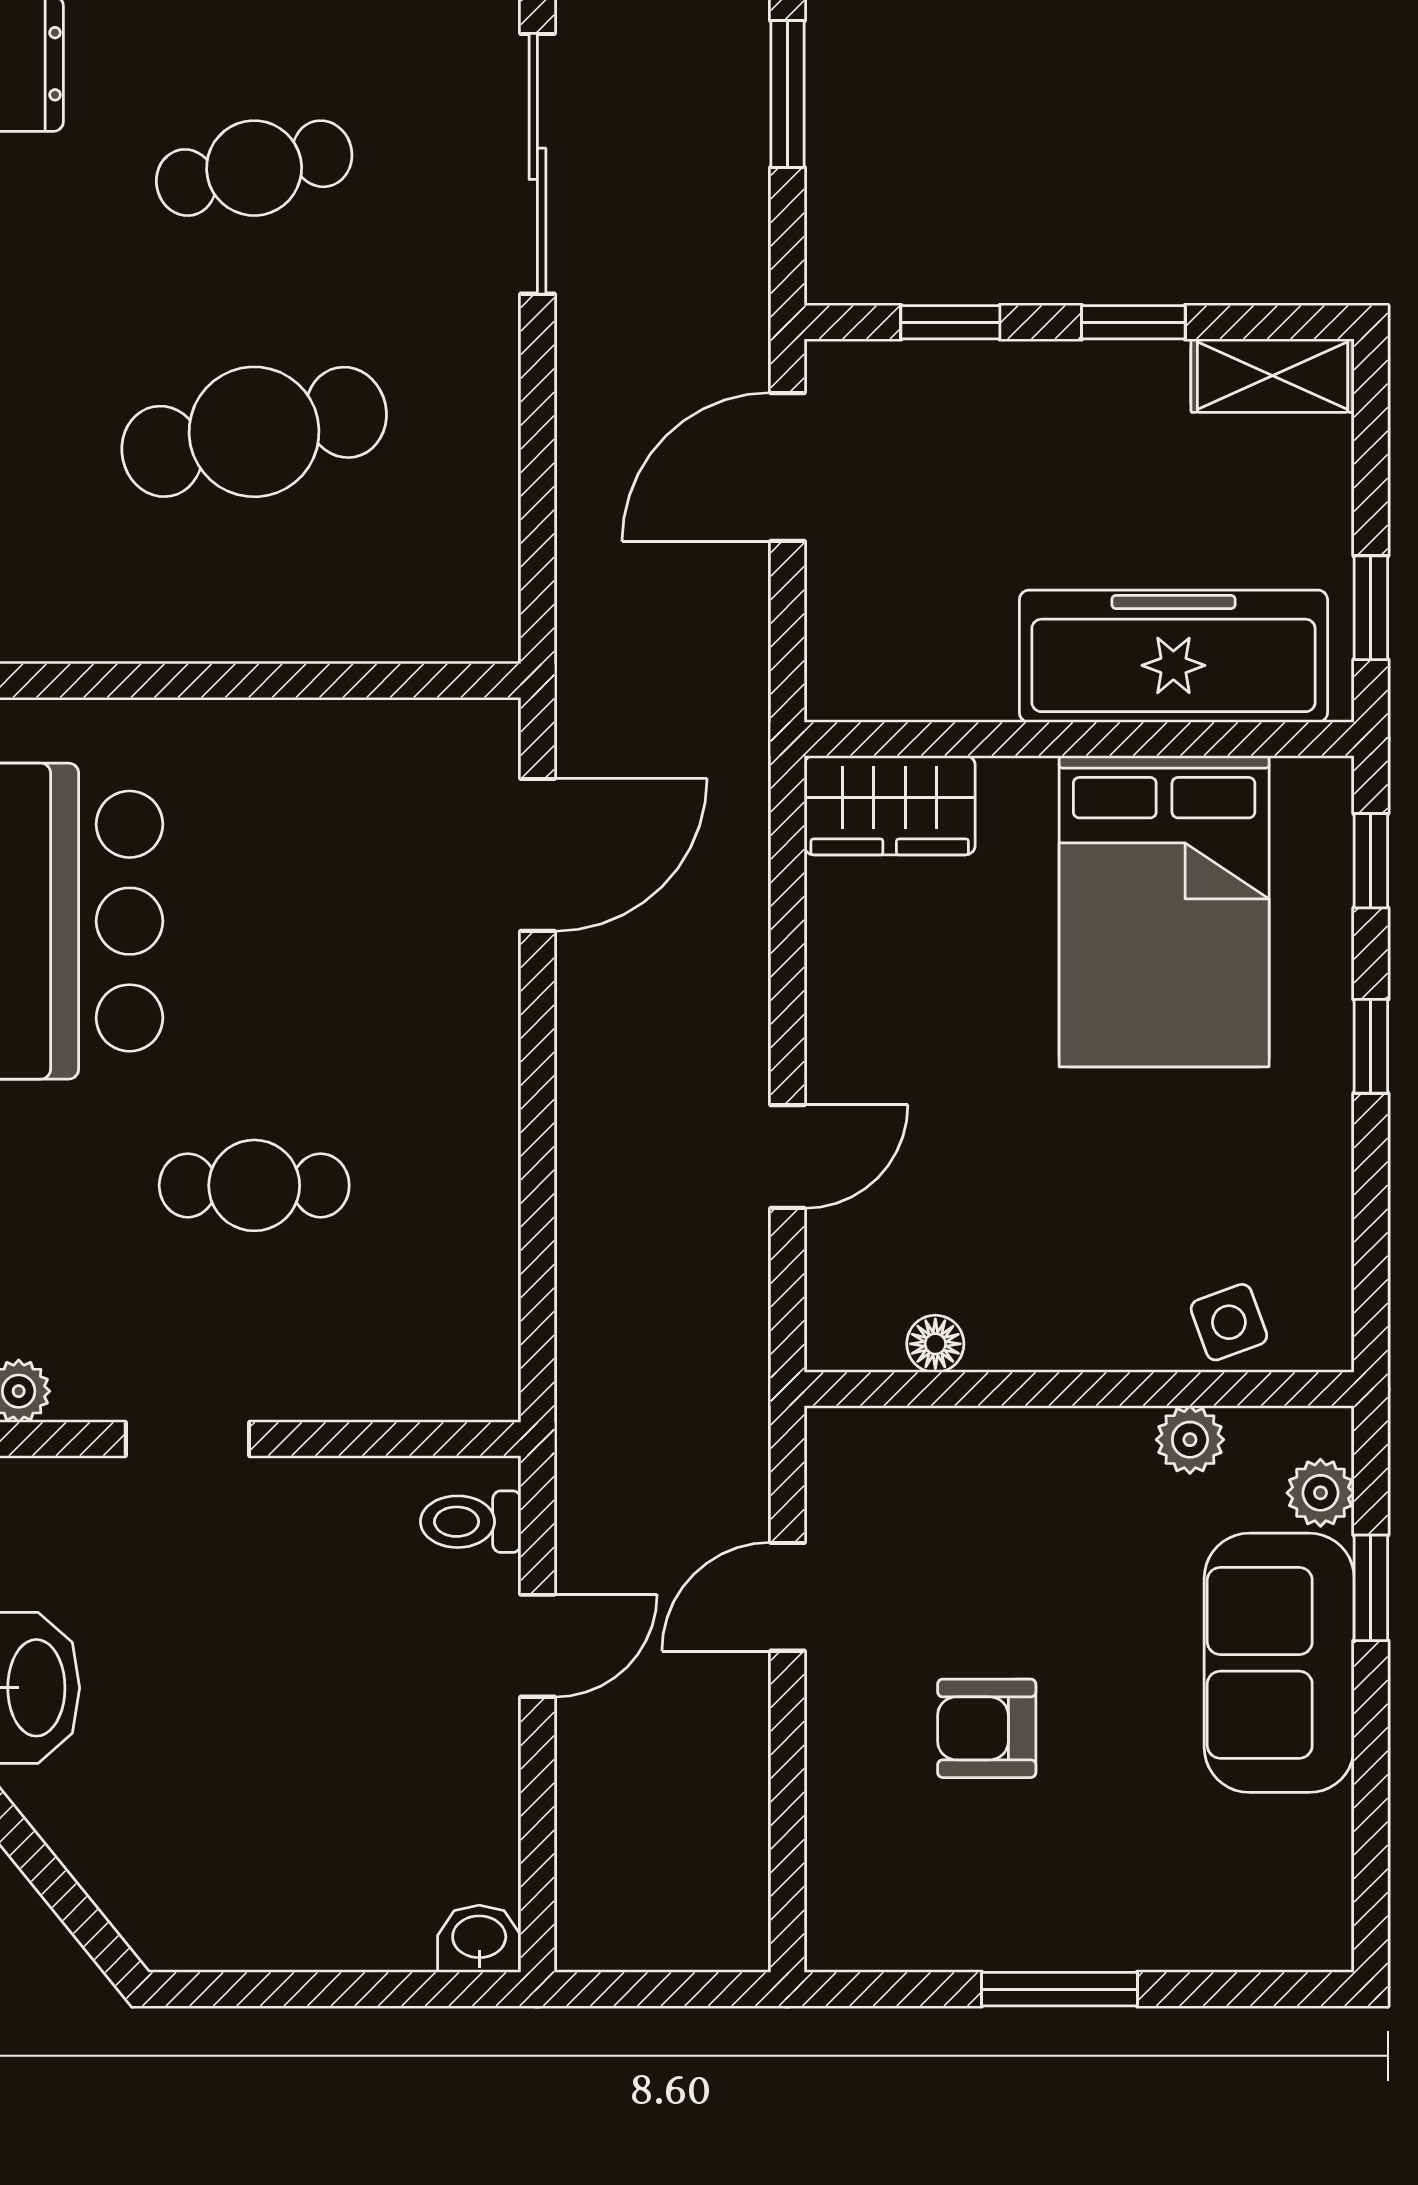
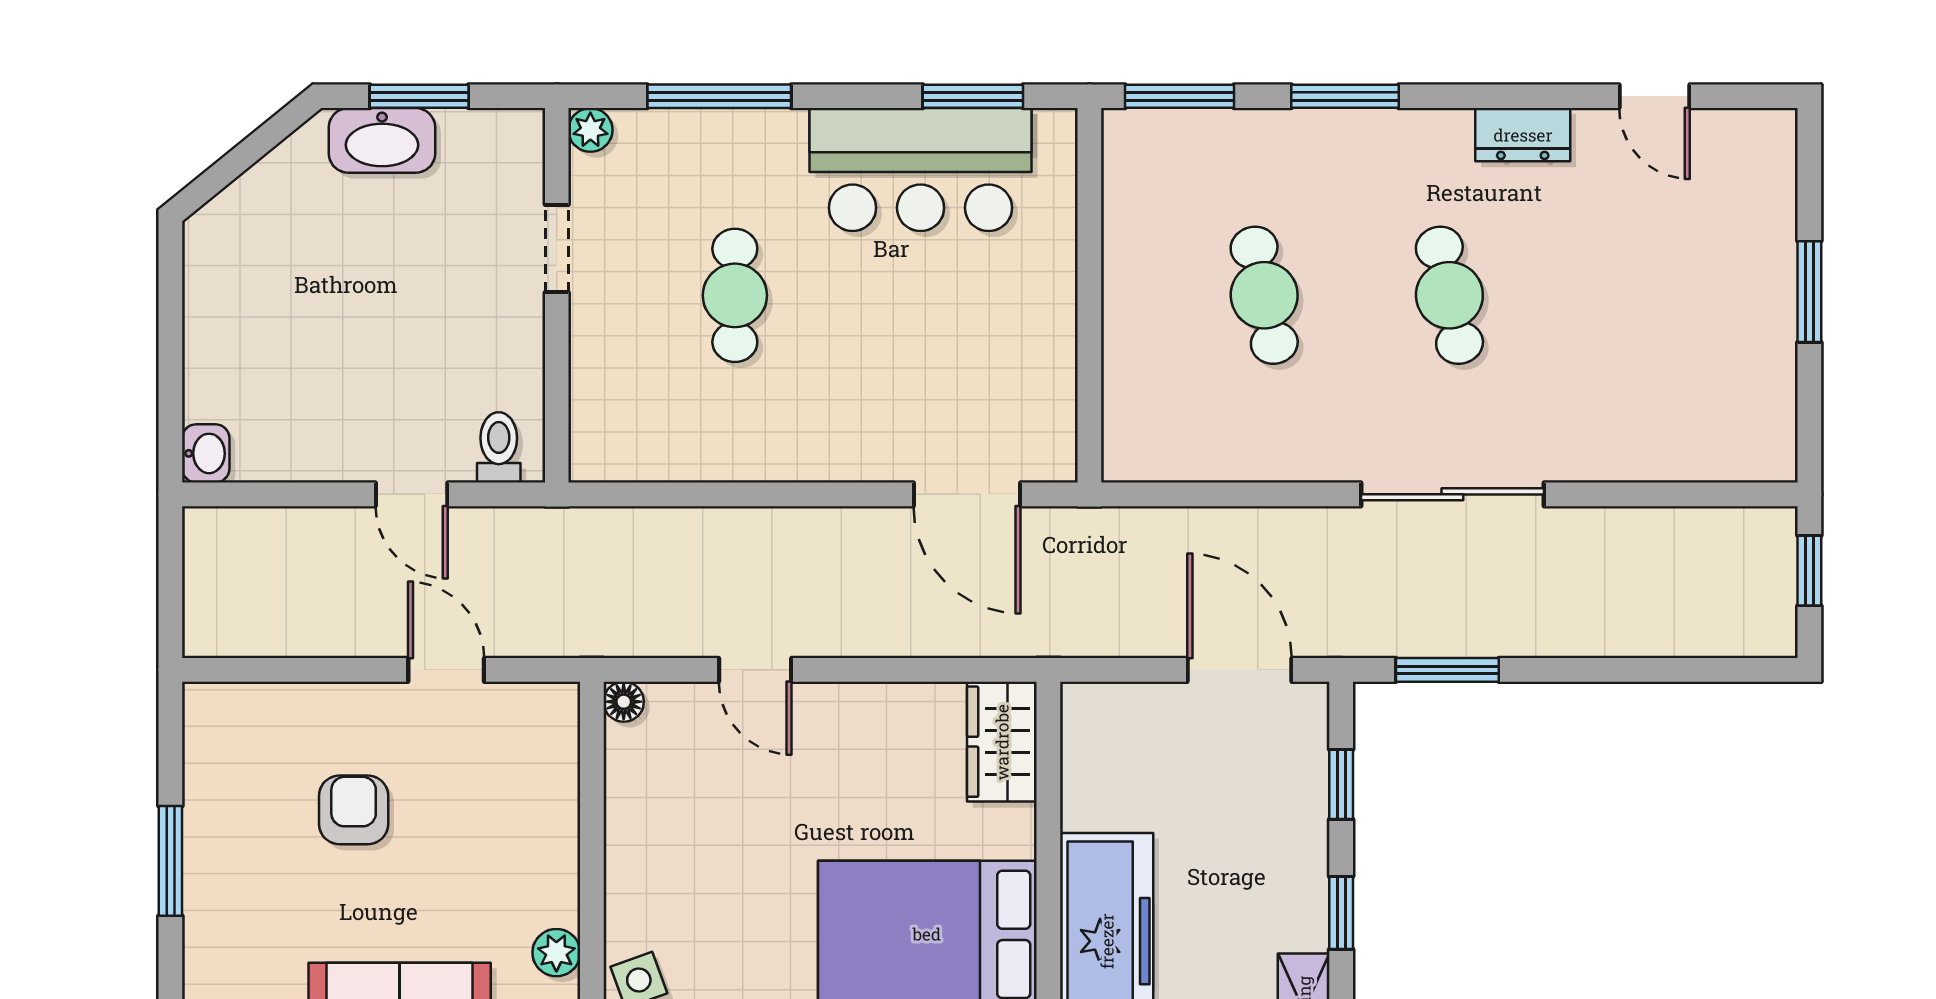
window: (787, 94) -> (1447, 670), moved
cafe table: (254, 432) -> (1264, 295), width x0.73, depth x0.74
floor lamp: (935, 1344) -> (624, 702), moved

